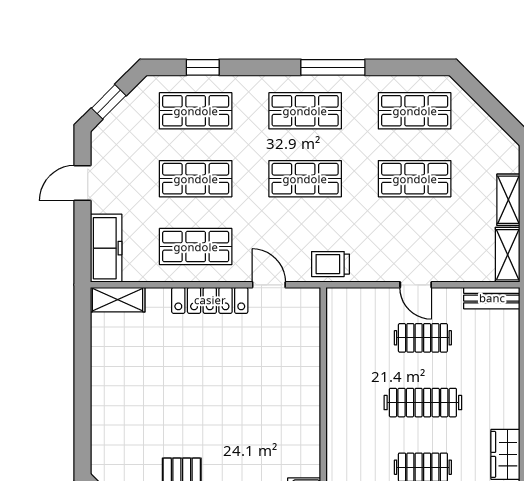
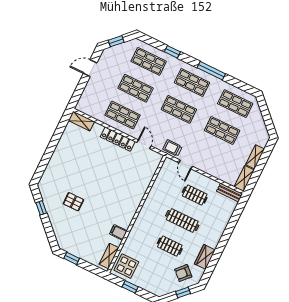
window: (203, 67) -> (172, 52), moved
freezer: (106, 248) -> (87, 98), removed
door: (416, 285) -> (186, 165), moved

